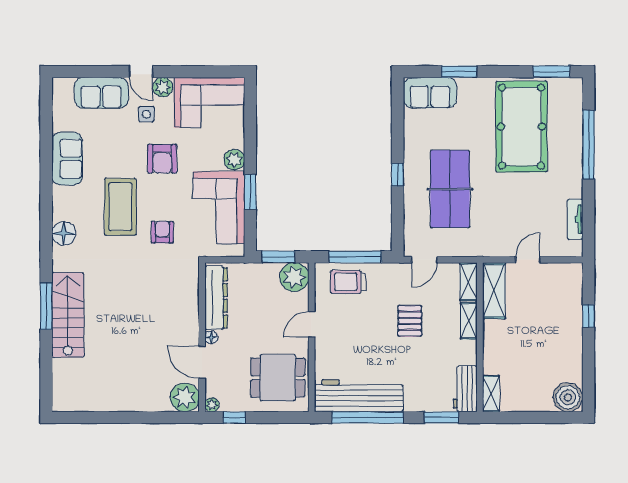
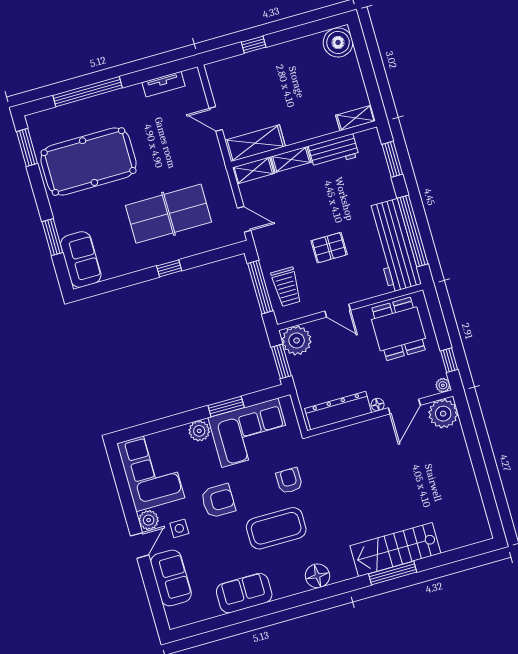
armchair: (162, 232) -> (289, 481), turned 90
pallet: (410, 321) -> (329, 248), moved
workbench: (465, 389) -> (334, 151), moved

